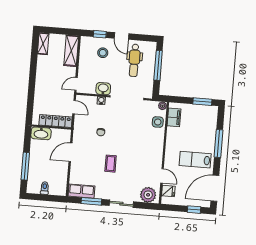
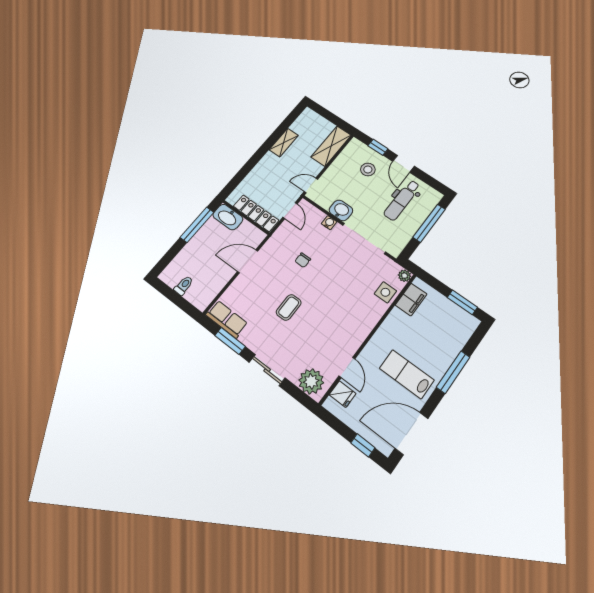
shelving: (43, 44) -> (284, 143), moved
window: (25, 166) -> (197, 225), moved

